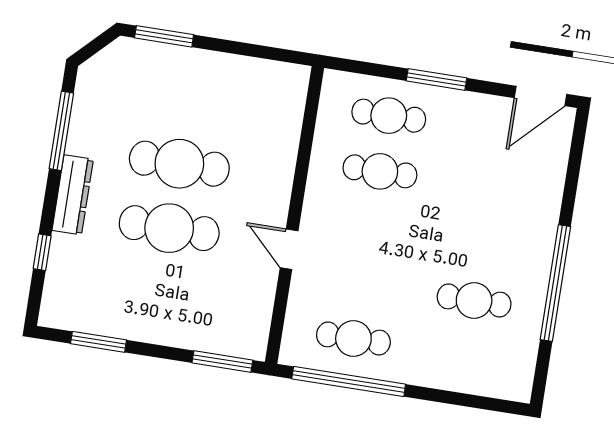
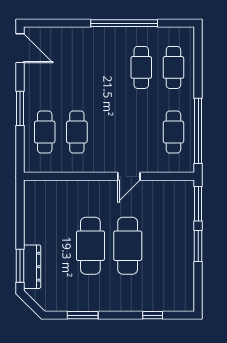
window: (61, 131) -> (83, 315), width x0.69
dresser: (73, 195) -> (32, 267), moved, turned 90
window: (98, 342) -> (198, 246), moved
cafe table: (465, 356) -> (173, 67), added

